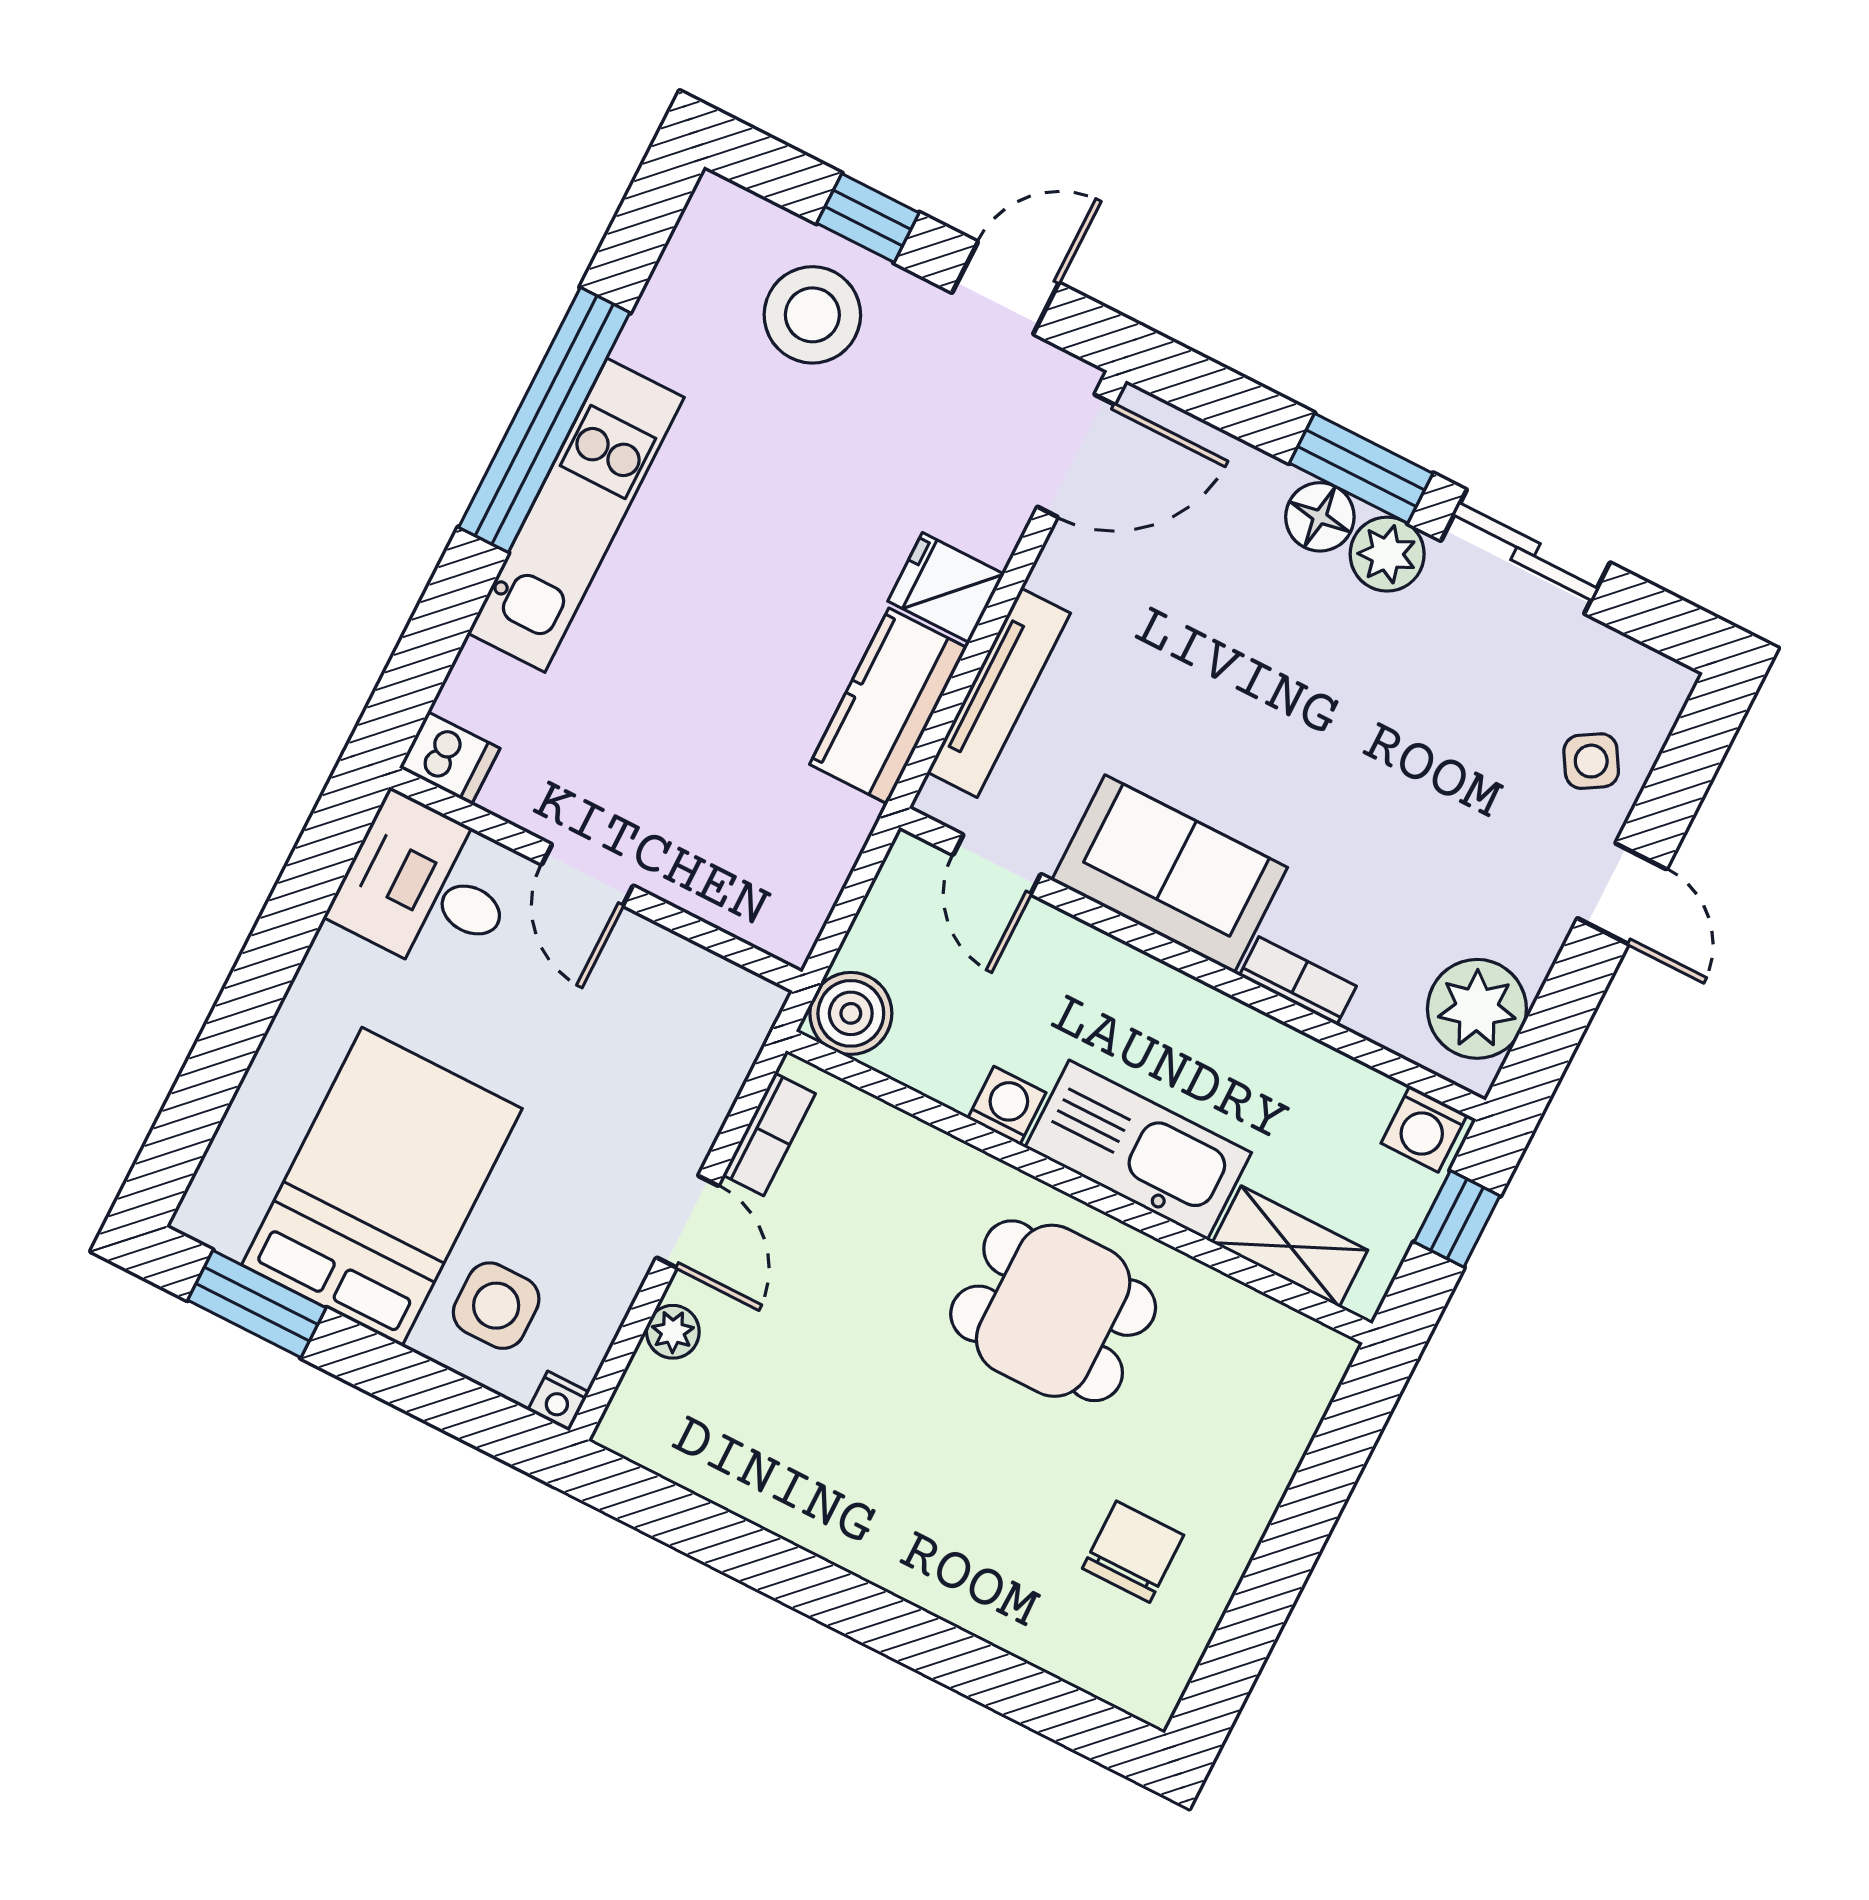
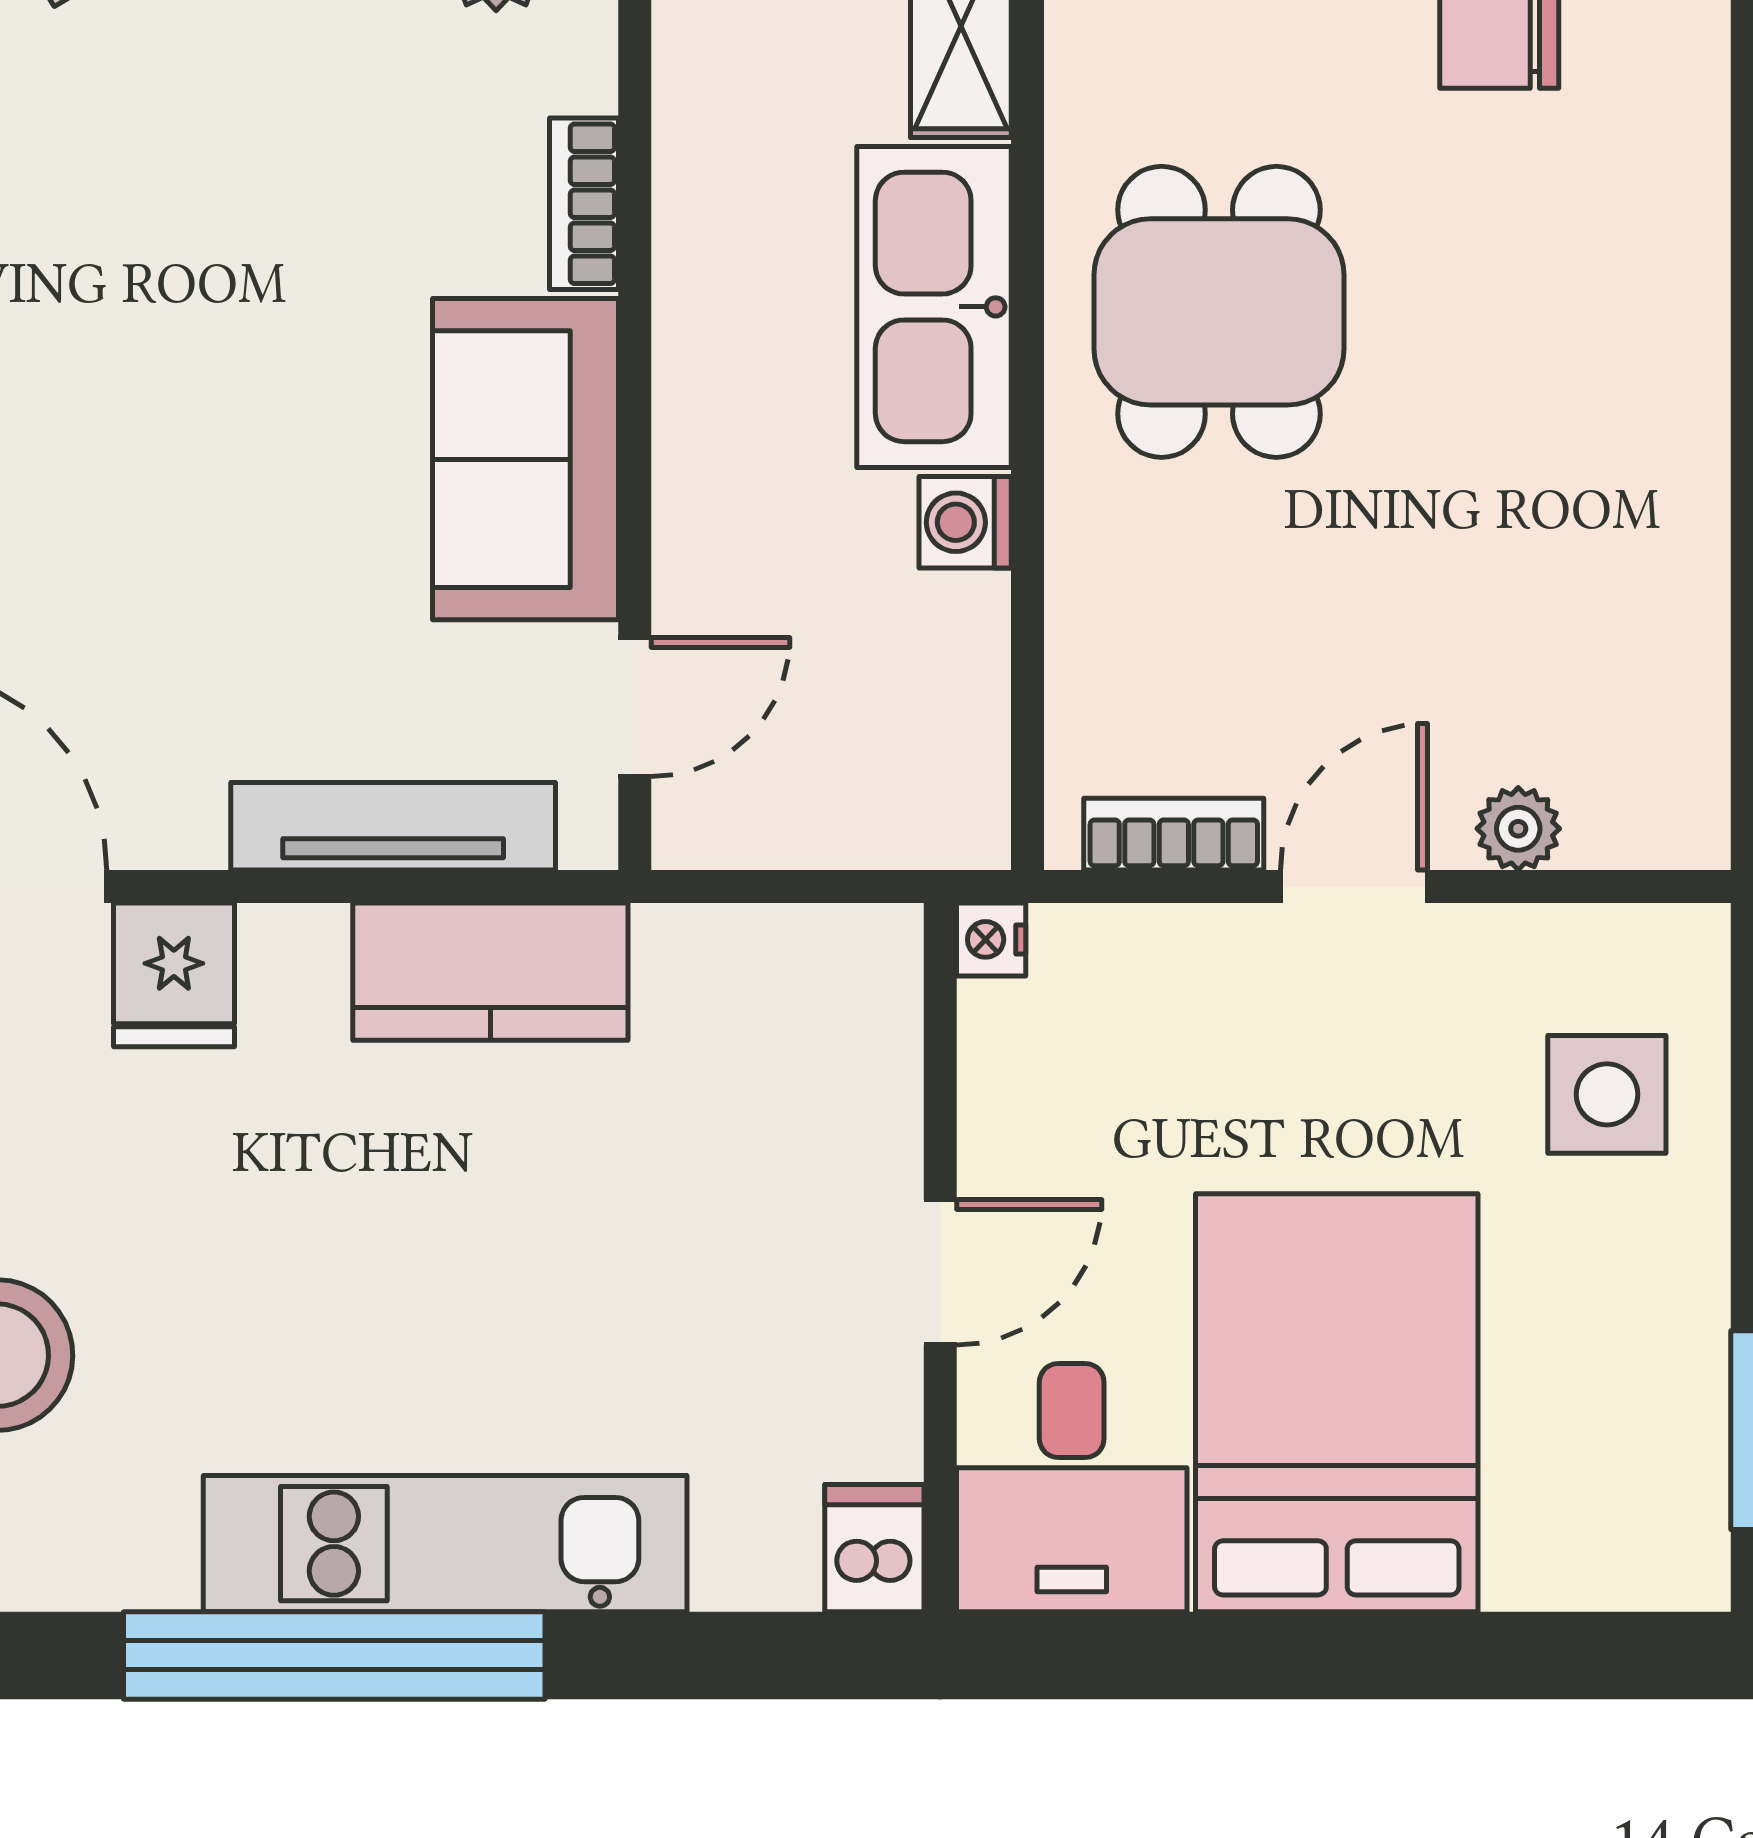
fridge: (946, 588) -> (174, 975), moved
boiler: (851, 1013) -> (947, 806), removed
bed: (382, 1187) -> (1337, 1403), moved, turned 90
nightstand: (559, 1401) -> (991, 939), moved, turned 180

